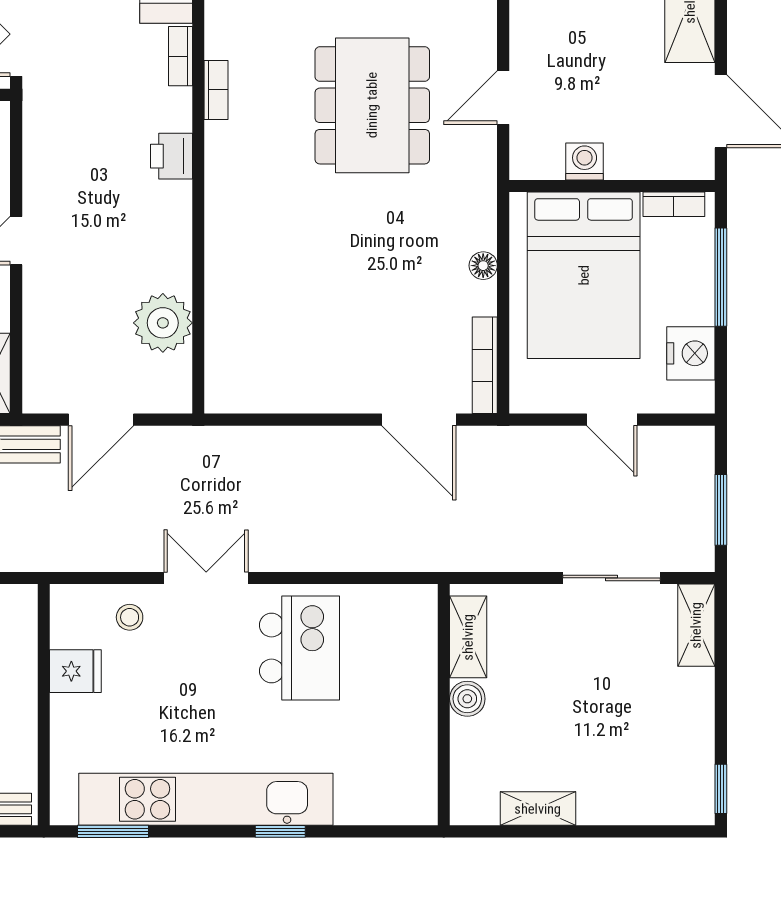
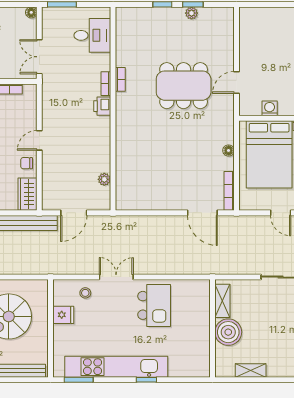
bookcase: (180, 56) -> (106, 84), moved
dining table: (372, 105) -> (184, 86), turned 90
plant: (163, 323) -> (104, 179), width x0.53, depth x0.53
boiler: (467, 699) -> (228, 332), width x1.86, depth x1.86

